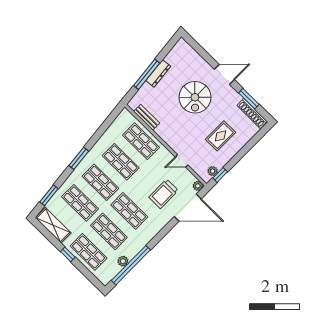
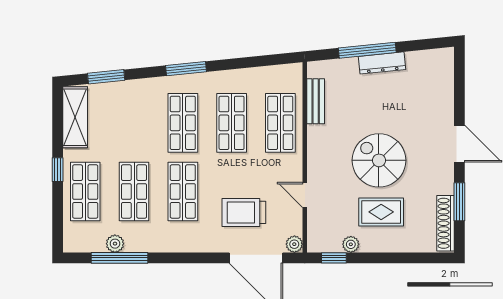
spiral stairs: (195, 97) -> (379, 160), moved, turned 90
plant: (213, 171) -> (351, 244), moved
shop shelf: (80, 203) -> (134, 123), removed
window: (131, 265) -> (120, 258), width x0.68

